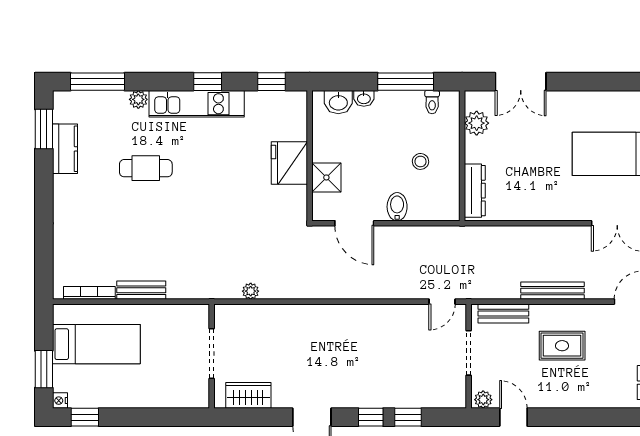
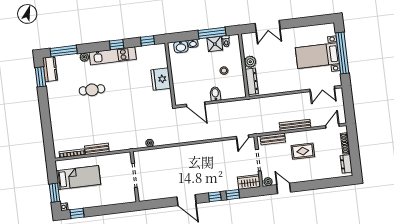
plant: (477, 123) -> (250, 62), moved
kitchen counter: (65, 149) -> (50, 69), moved
shower: (326, 177) -> (215, 44), moved
wardrobe: (248, 395) -> (249, 182), moved

